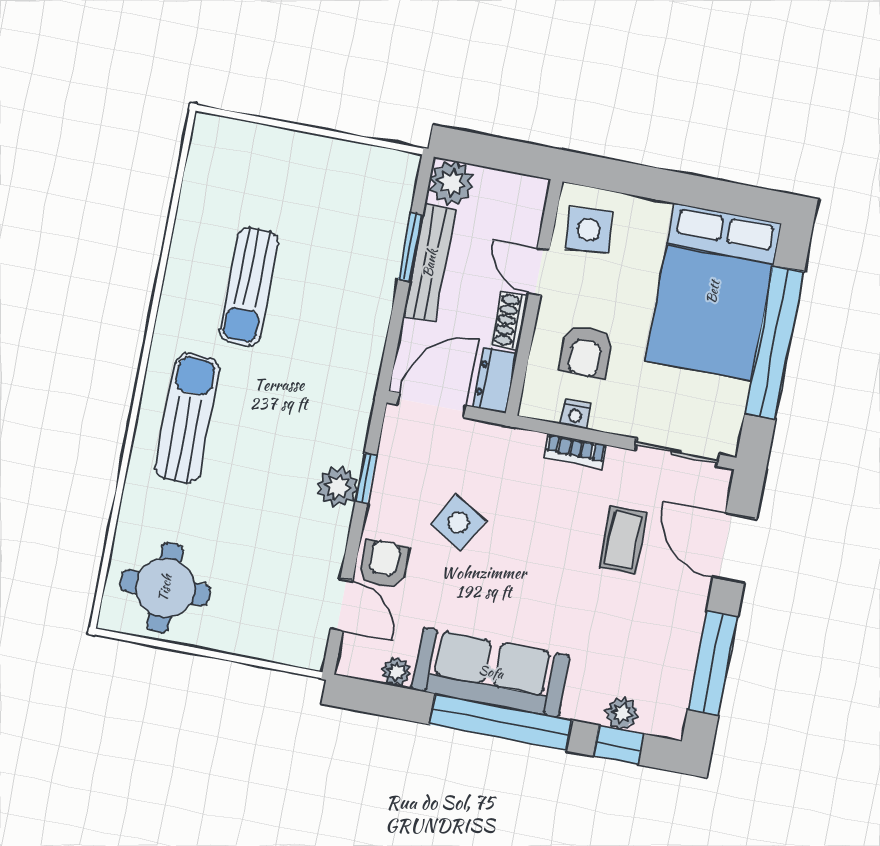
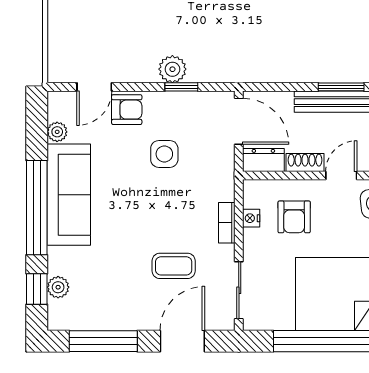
armchair: (586, 352) -> (294, 217), turned -90
side table: (458, 522) -> (164, 154), turned -30

